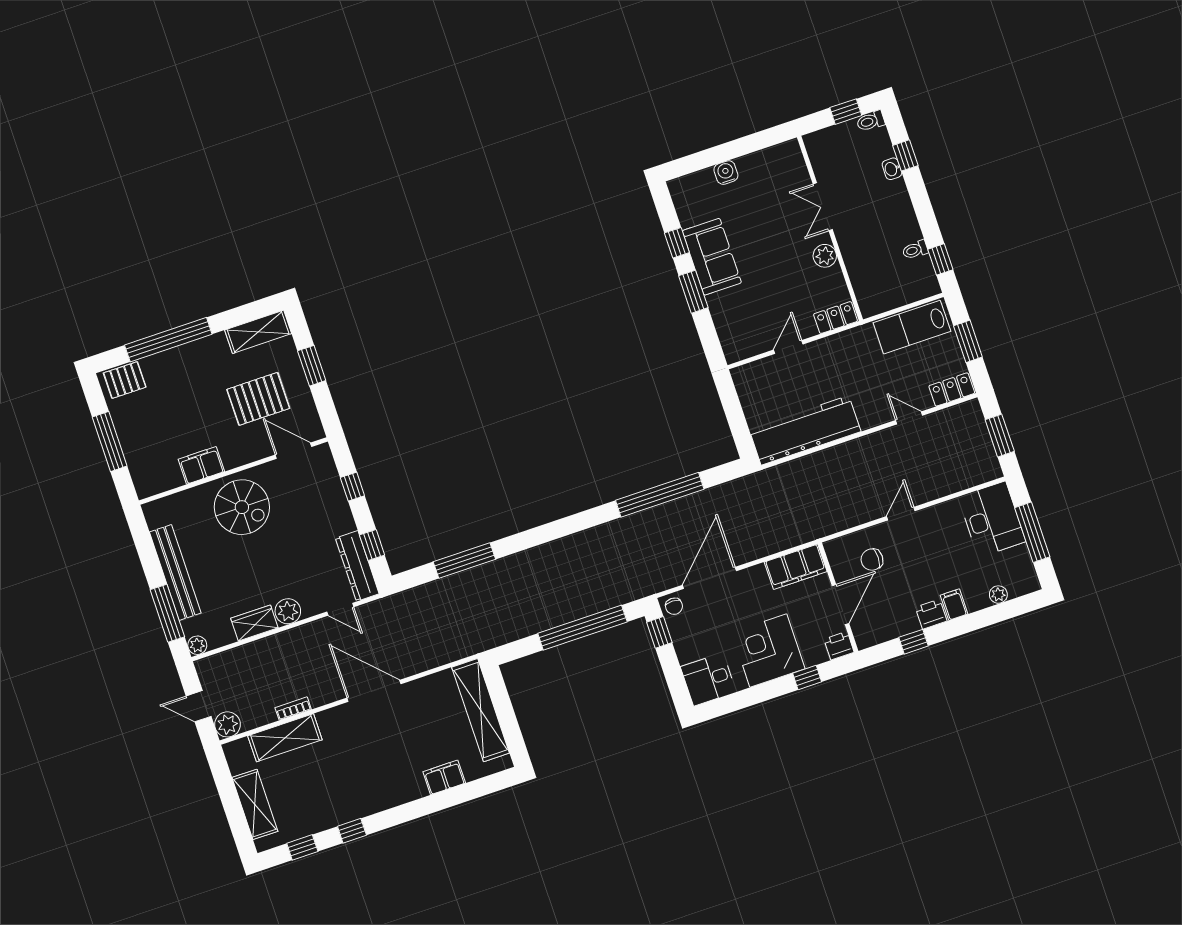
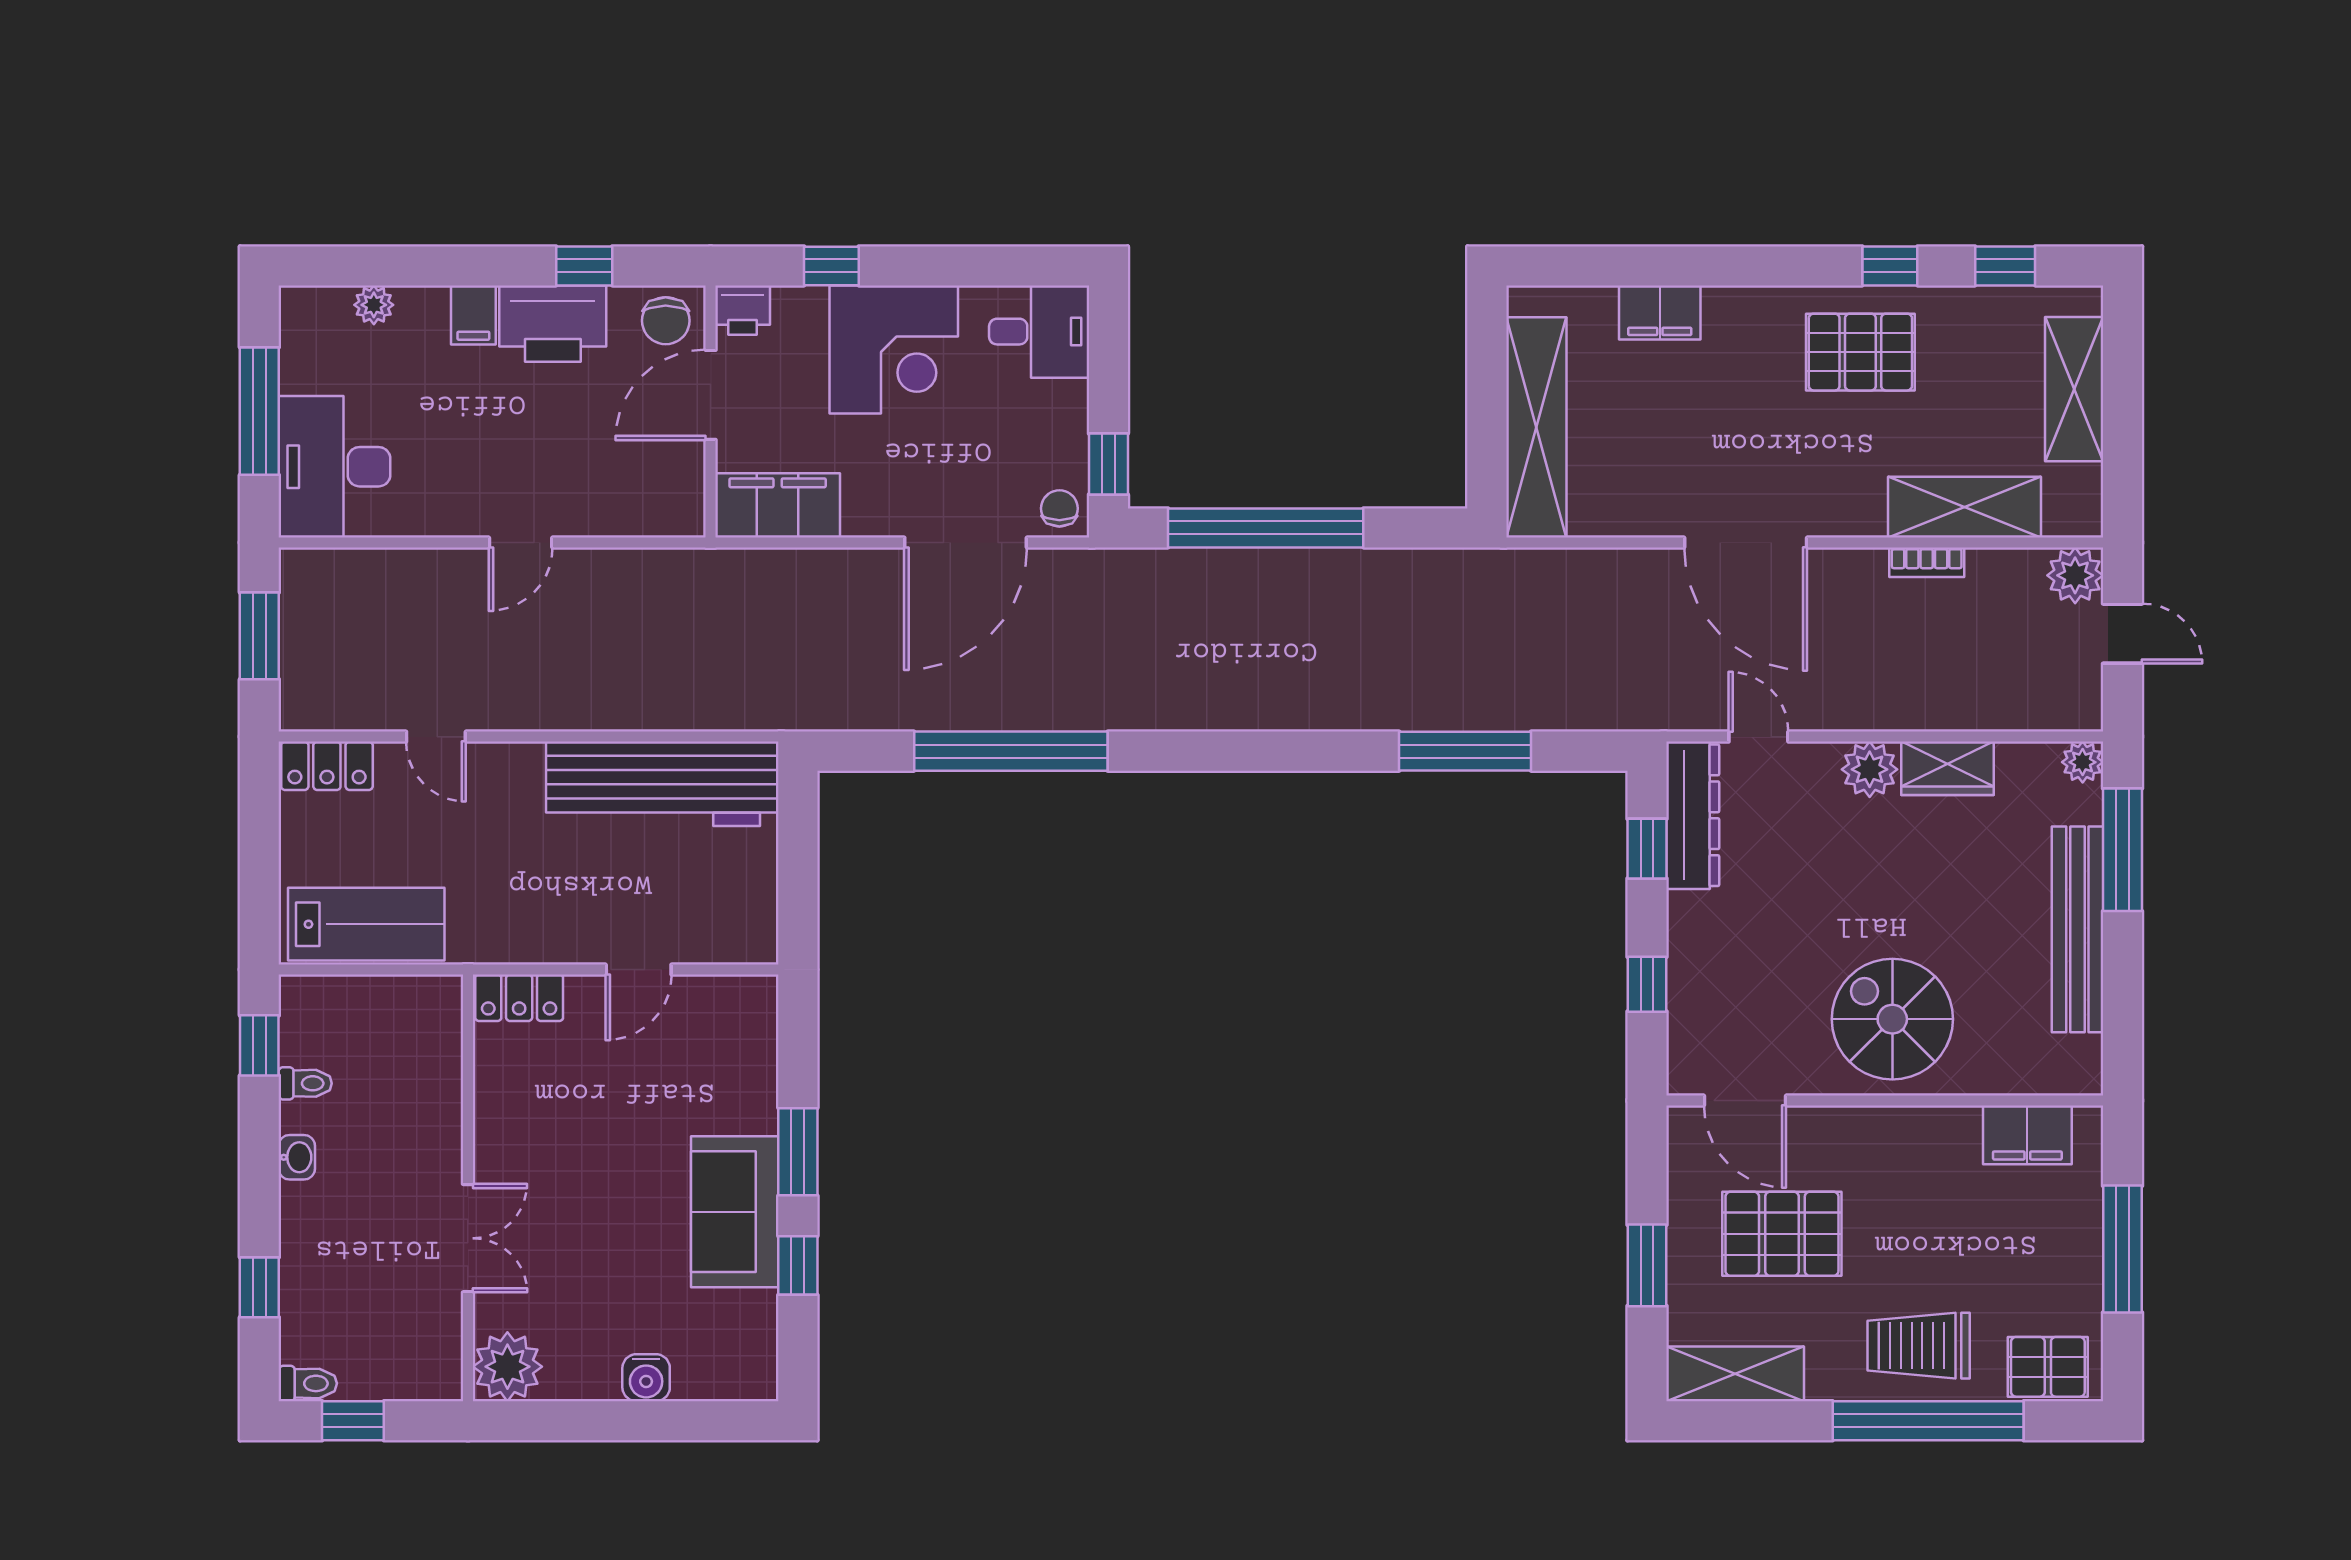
washbasin: (892, 169) -> (297, 1157), moved
plant: (825, 256) -> (507, 1367), moved, width x1.36, depth x1.36
window: (968, 341) -> (259, 855), removed
trolley: (183, 370) -> (1919, 1346), added
filing cabinet: (201, 465) -> (2027, 1135), moved
chair: (872, 560) -> (666, 321), moved, turned 90
printer: (931, 614) -> (553, 324), width x1.87, depth x1.48
pallet: (352, 789) -> (1860, 352), added

